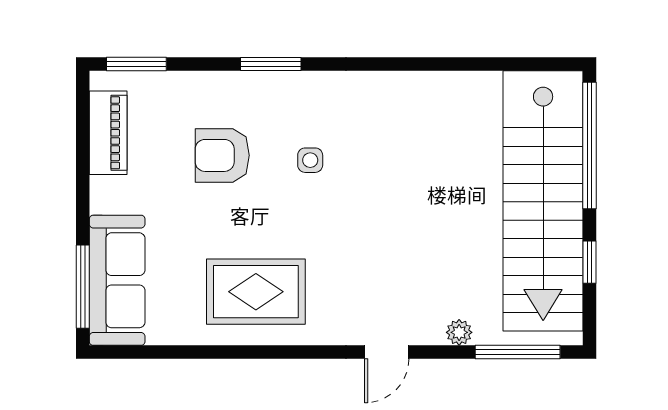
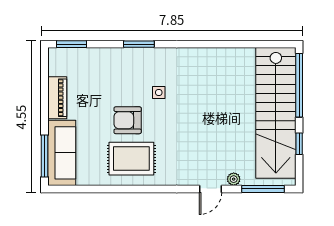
piano: (108, 133) -> (57, 98), moved
armchair: (222, 155) -> (128, 120), moved
door: (387, 352) -> (211, 189), moved

